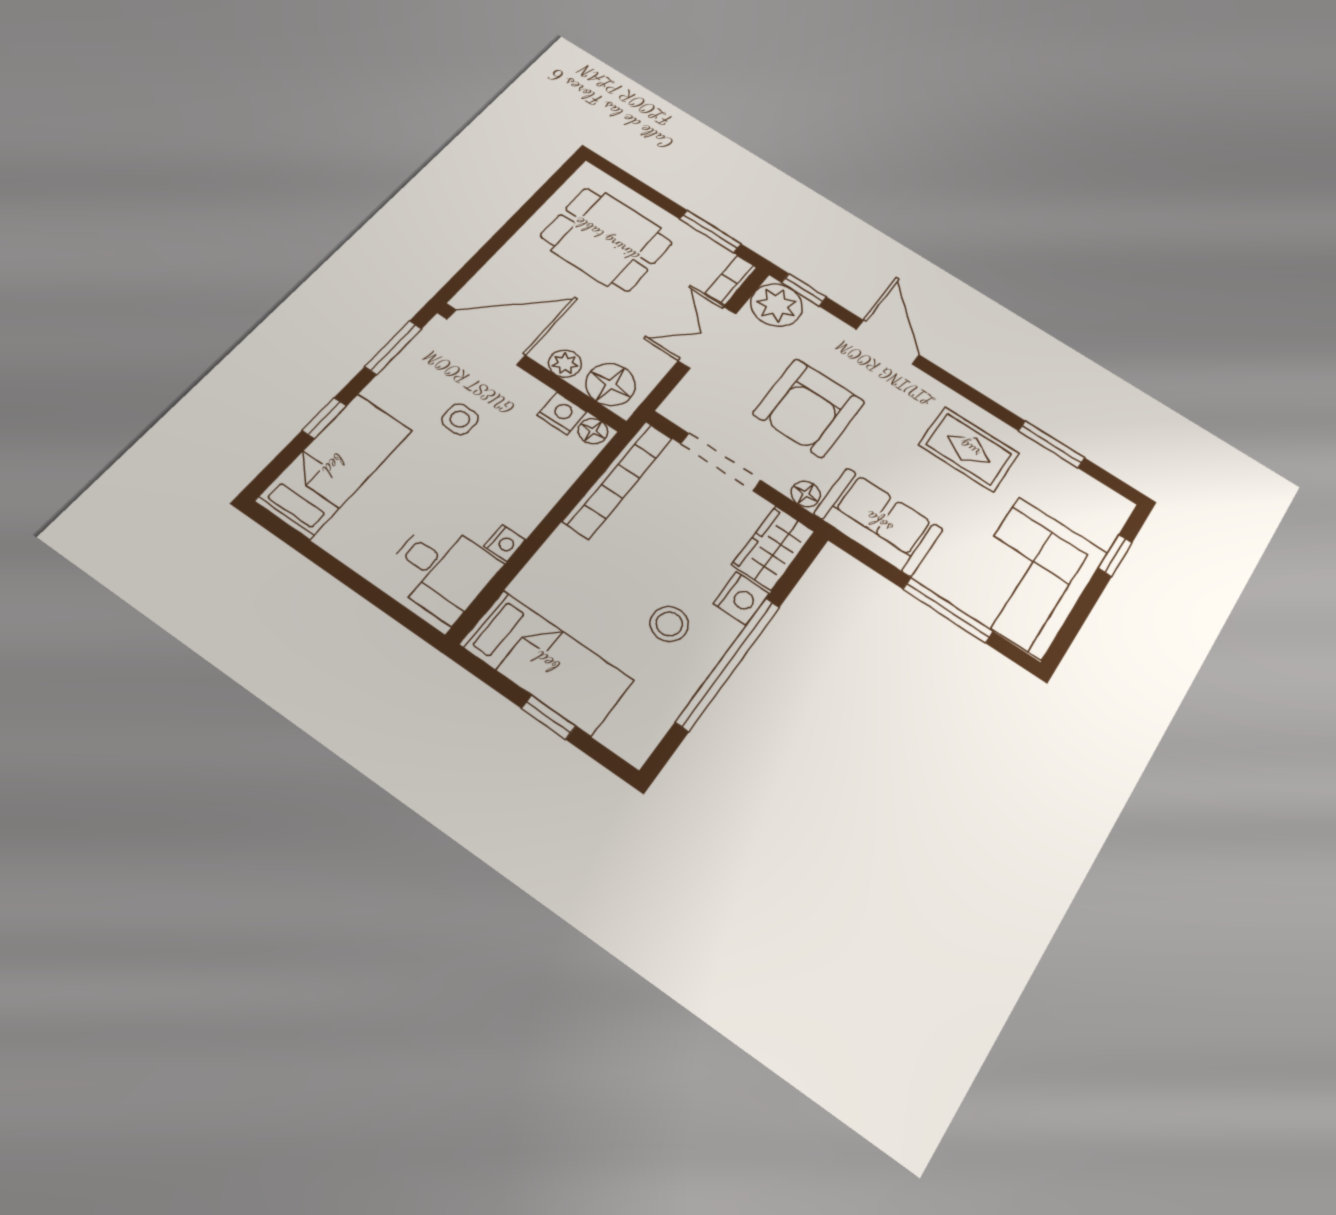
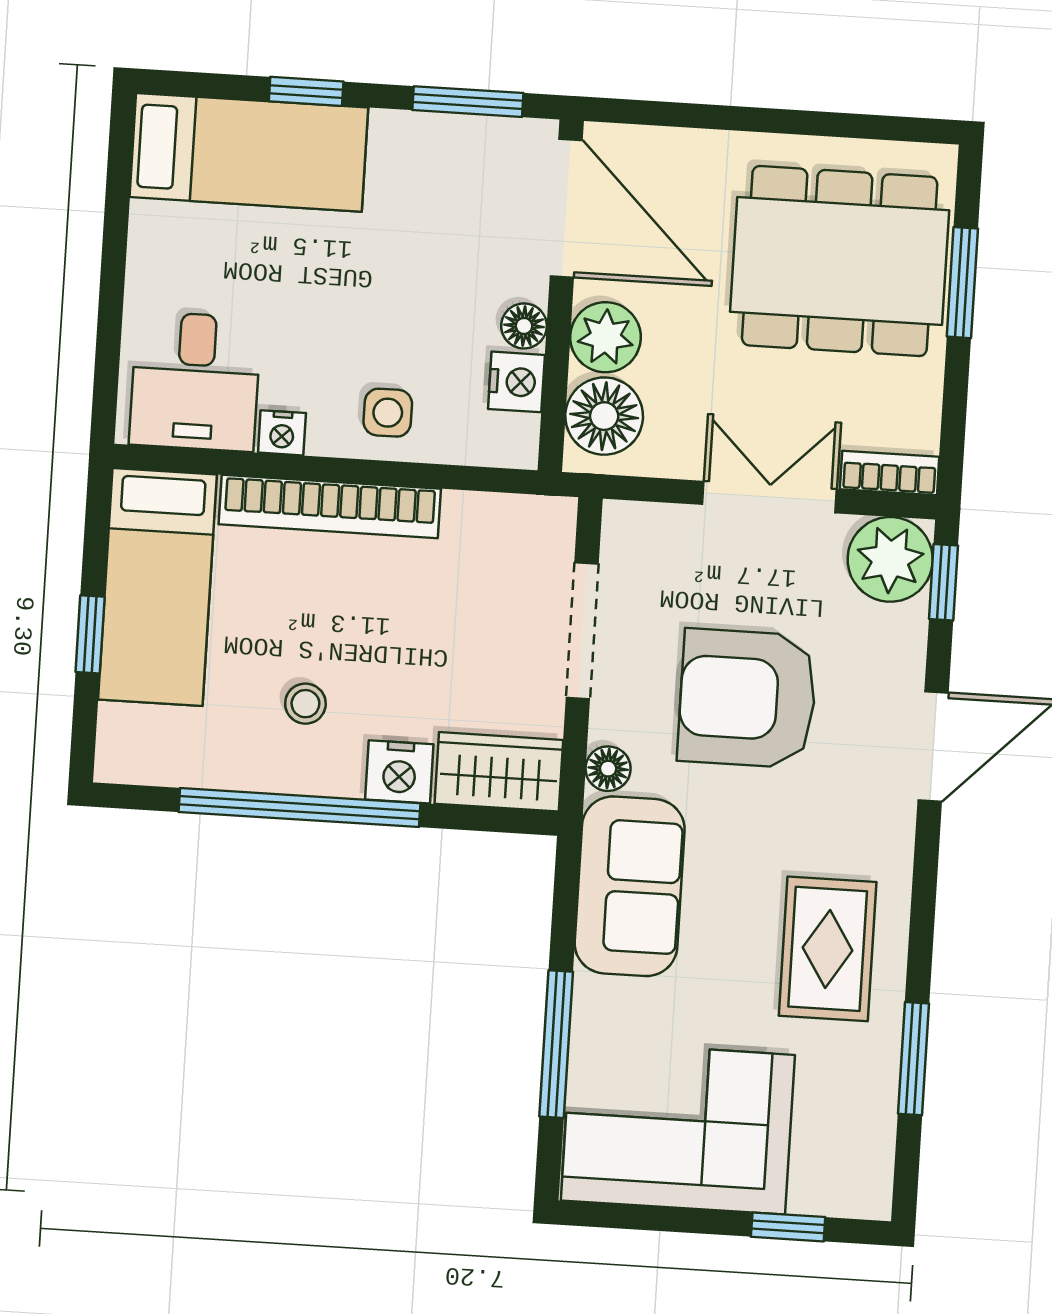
window: (710, 231) -> (962, 283), moved
dining table: (606, 239) -> (840, 261), width x1.38
plant: (565, 364) -> (606, 337), width x1.38, depth x1.38
side table: (460, 419) -> (388, 413), moved
floor lamp: (593, 431) -> (524, 326), moved
bookcase: (618, 480) -> (330, 507), moved
stool: (669, 624) -> (305, 704), width x0.73, depth x0.73

